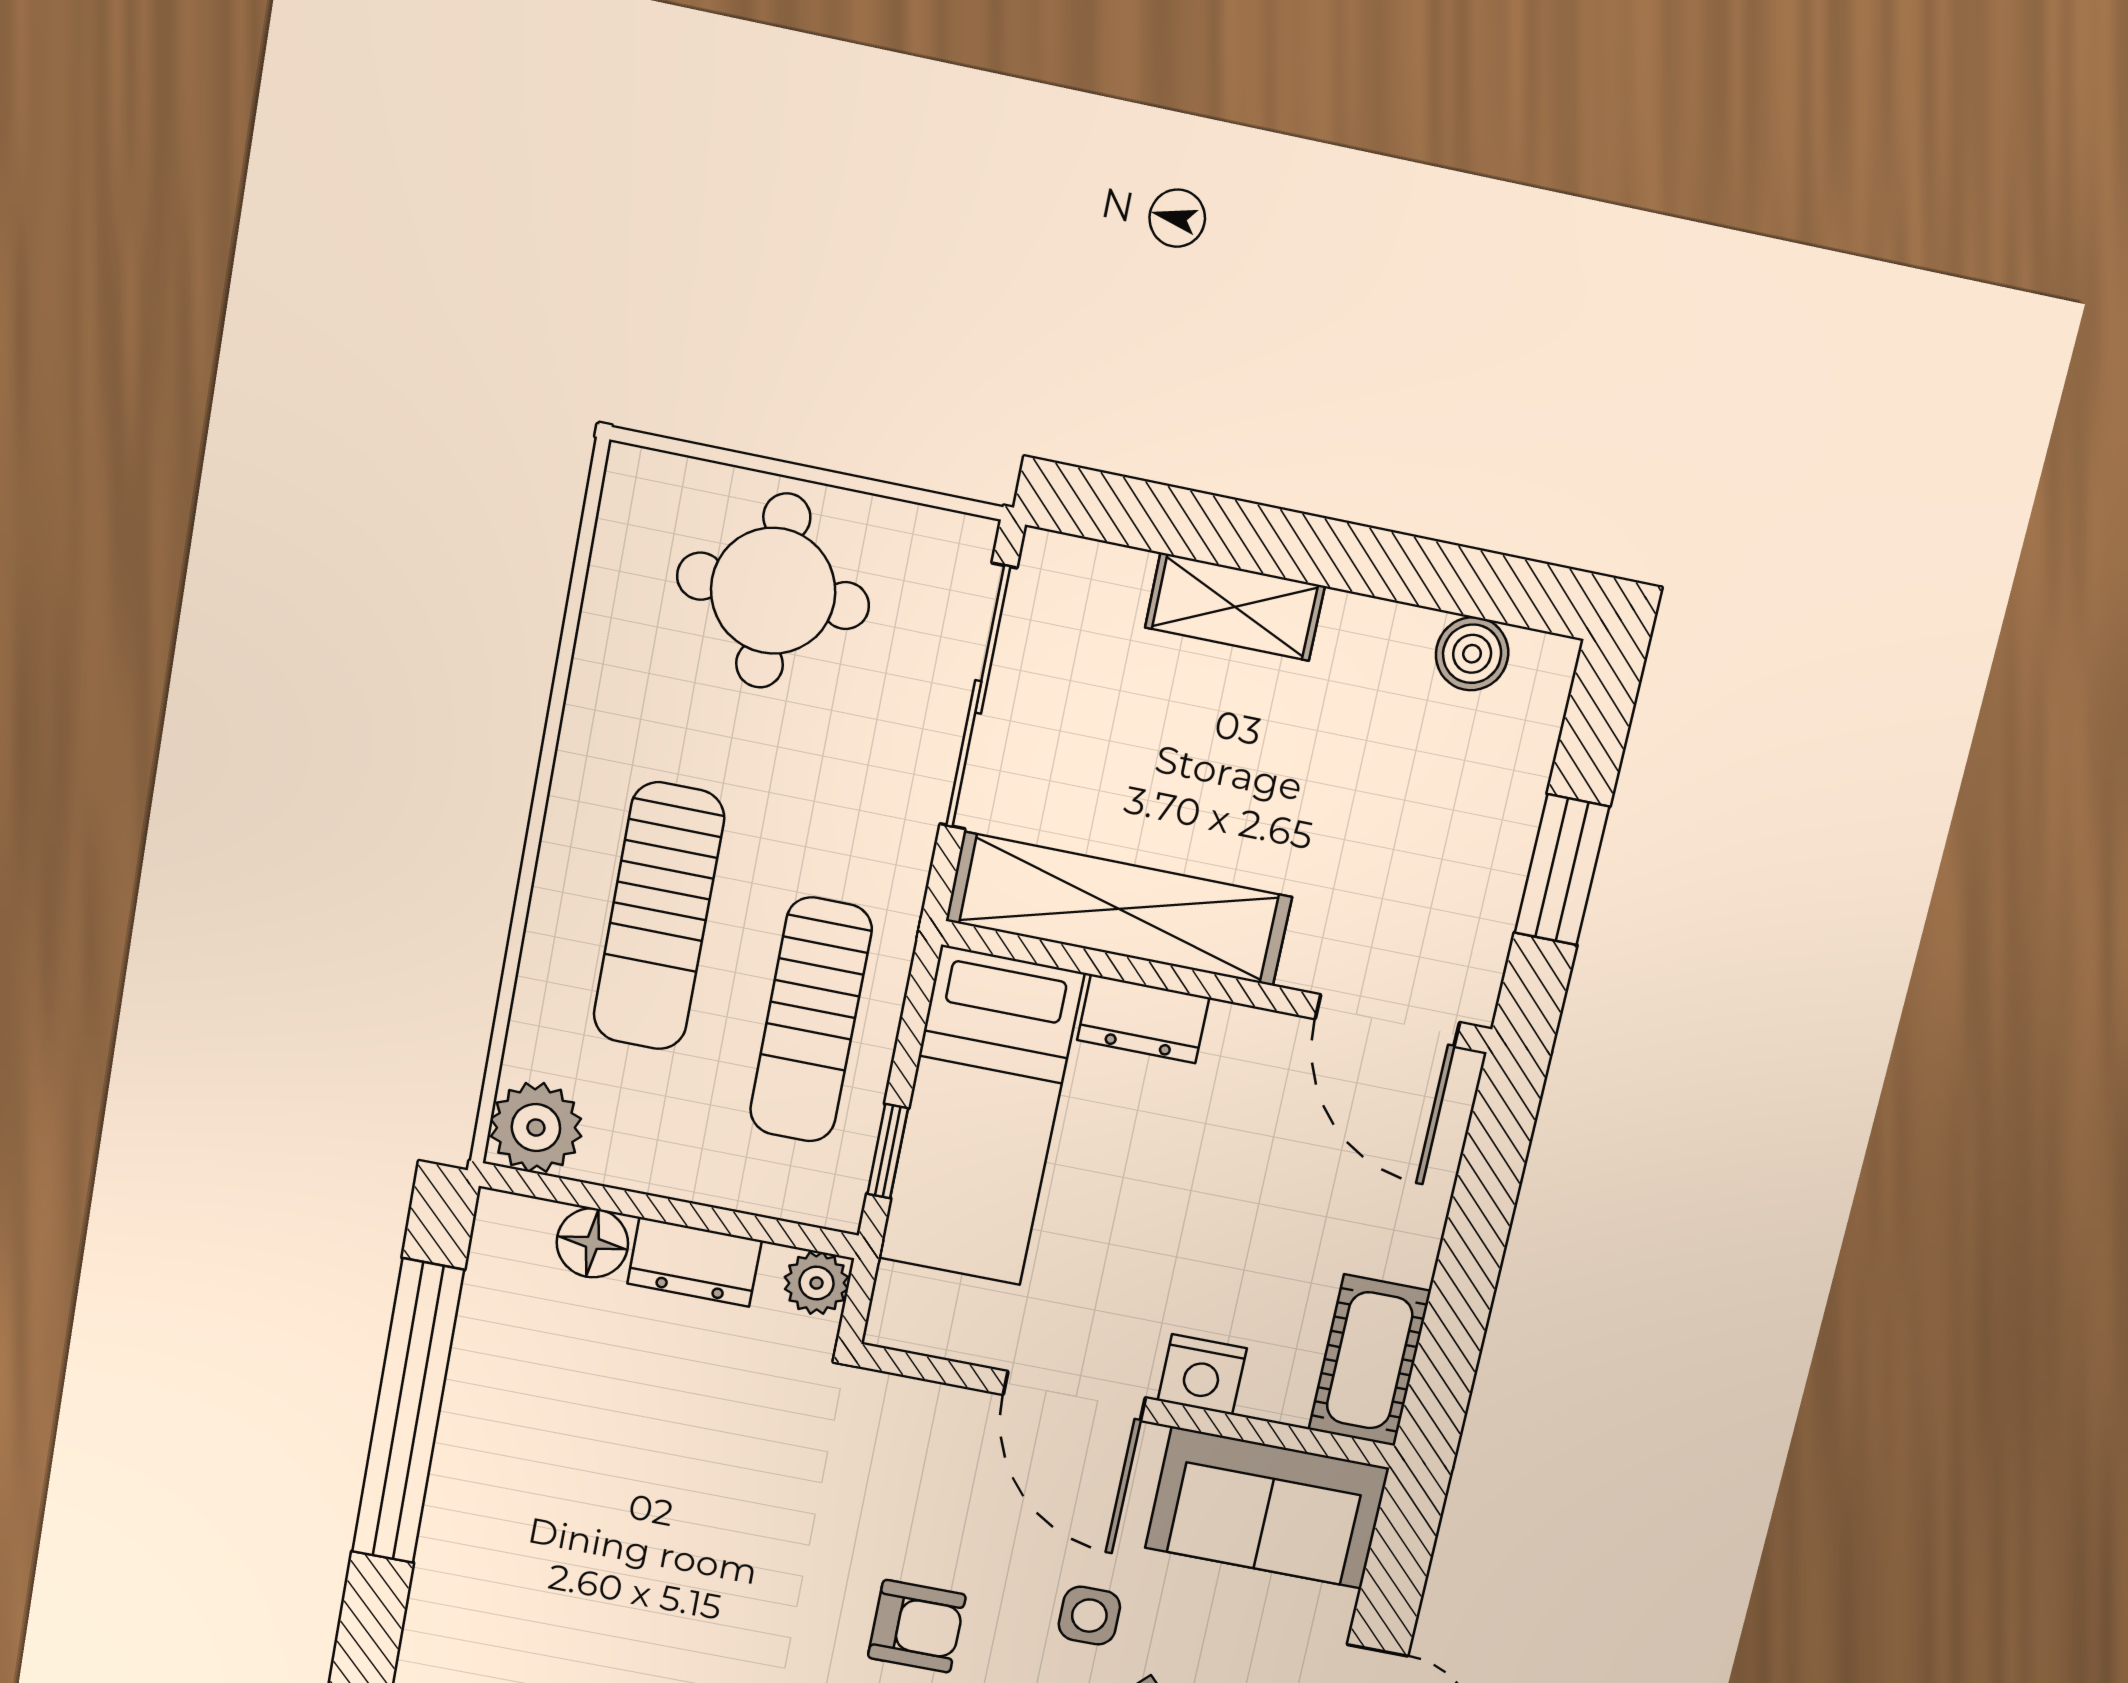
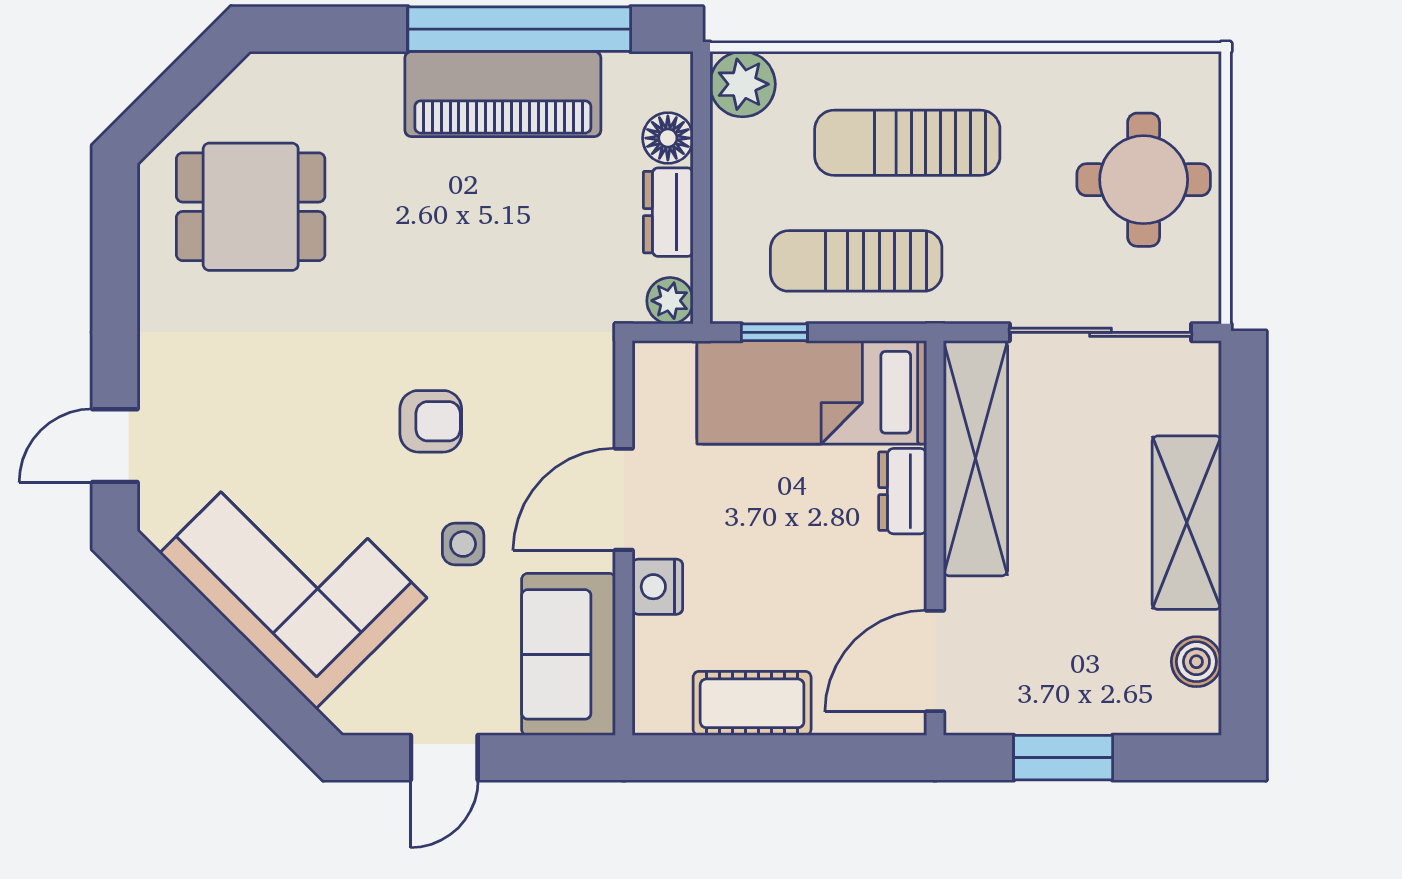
shelving: (1235, 607) -> (1187, 523), width x1.50, depth x1.33
cot: (1370, 1360) -> (752, 703), moved
piano: (493, 1450) -> (503, 94), added
armchair: (917, 1626) -> (431, 421), turned -90

